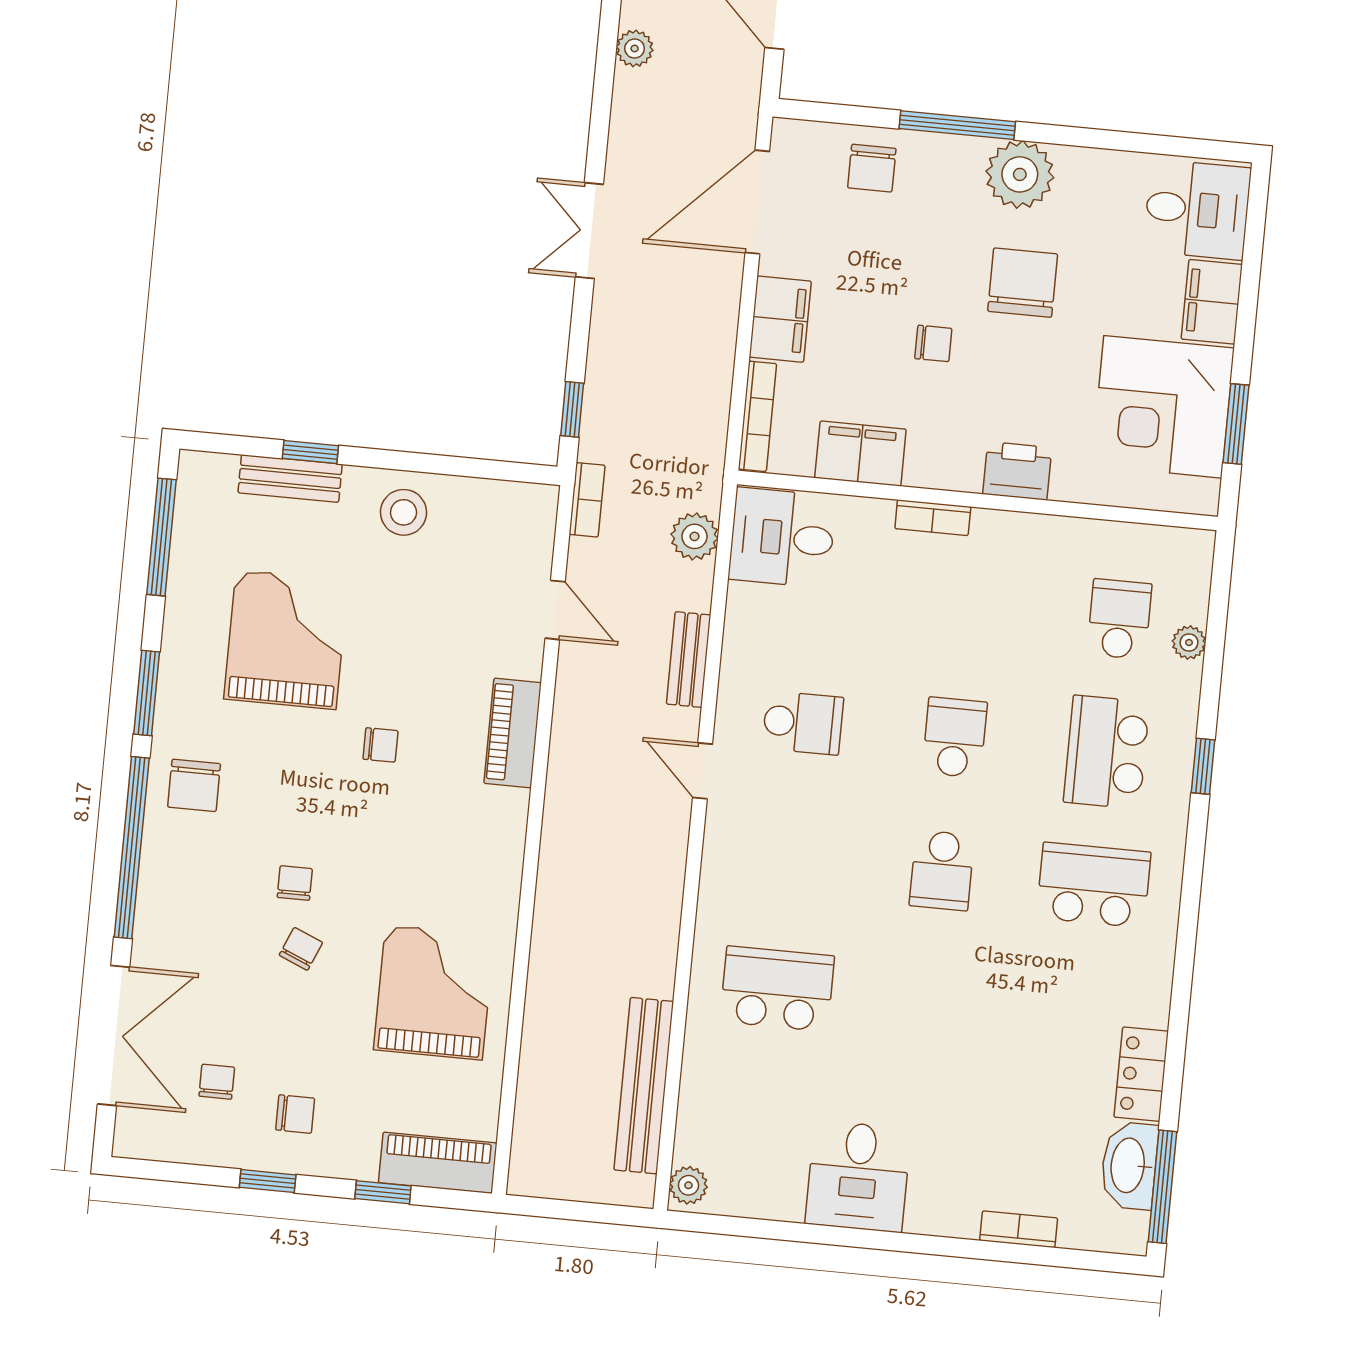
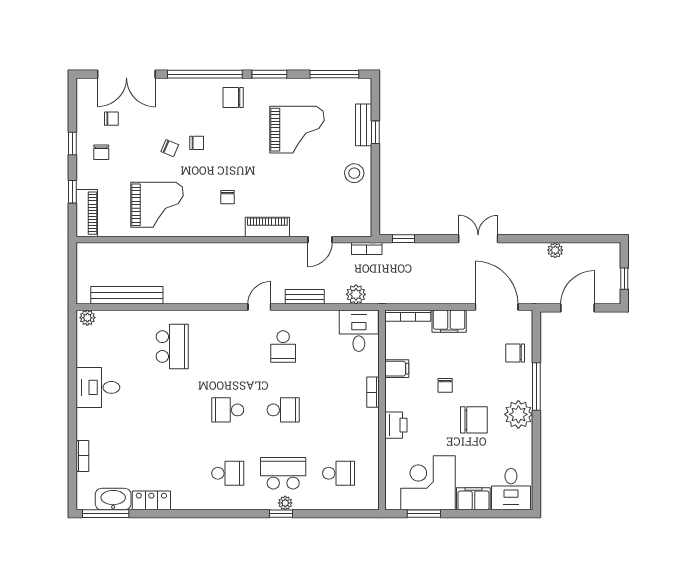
filing cabinet: (860, 453) -> (397, 369), width x0.50
plant: (1189, 642) -> (285, 503), moved
chair: (381, 745) -> (227, 197), moved
school desk: (1094, 885) -> (228, 473), width x0.54

